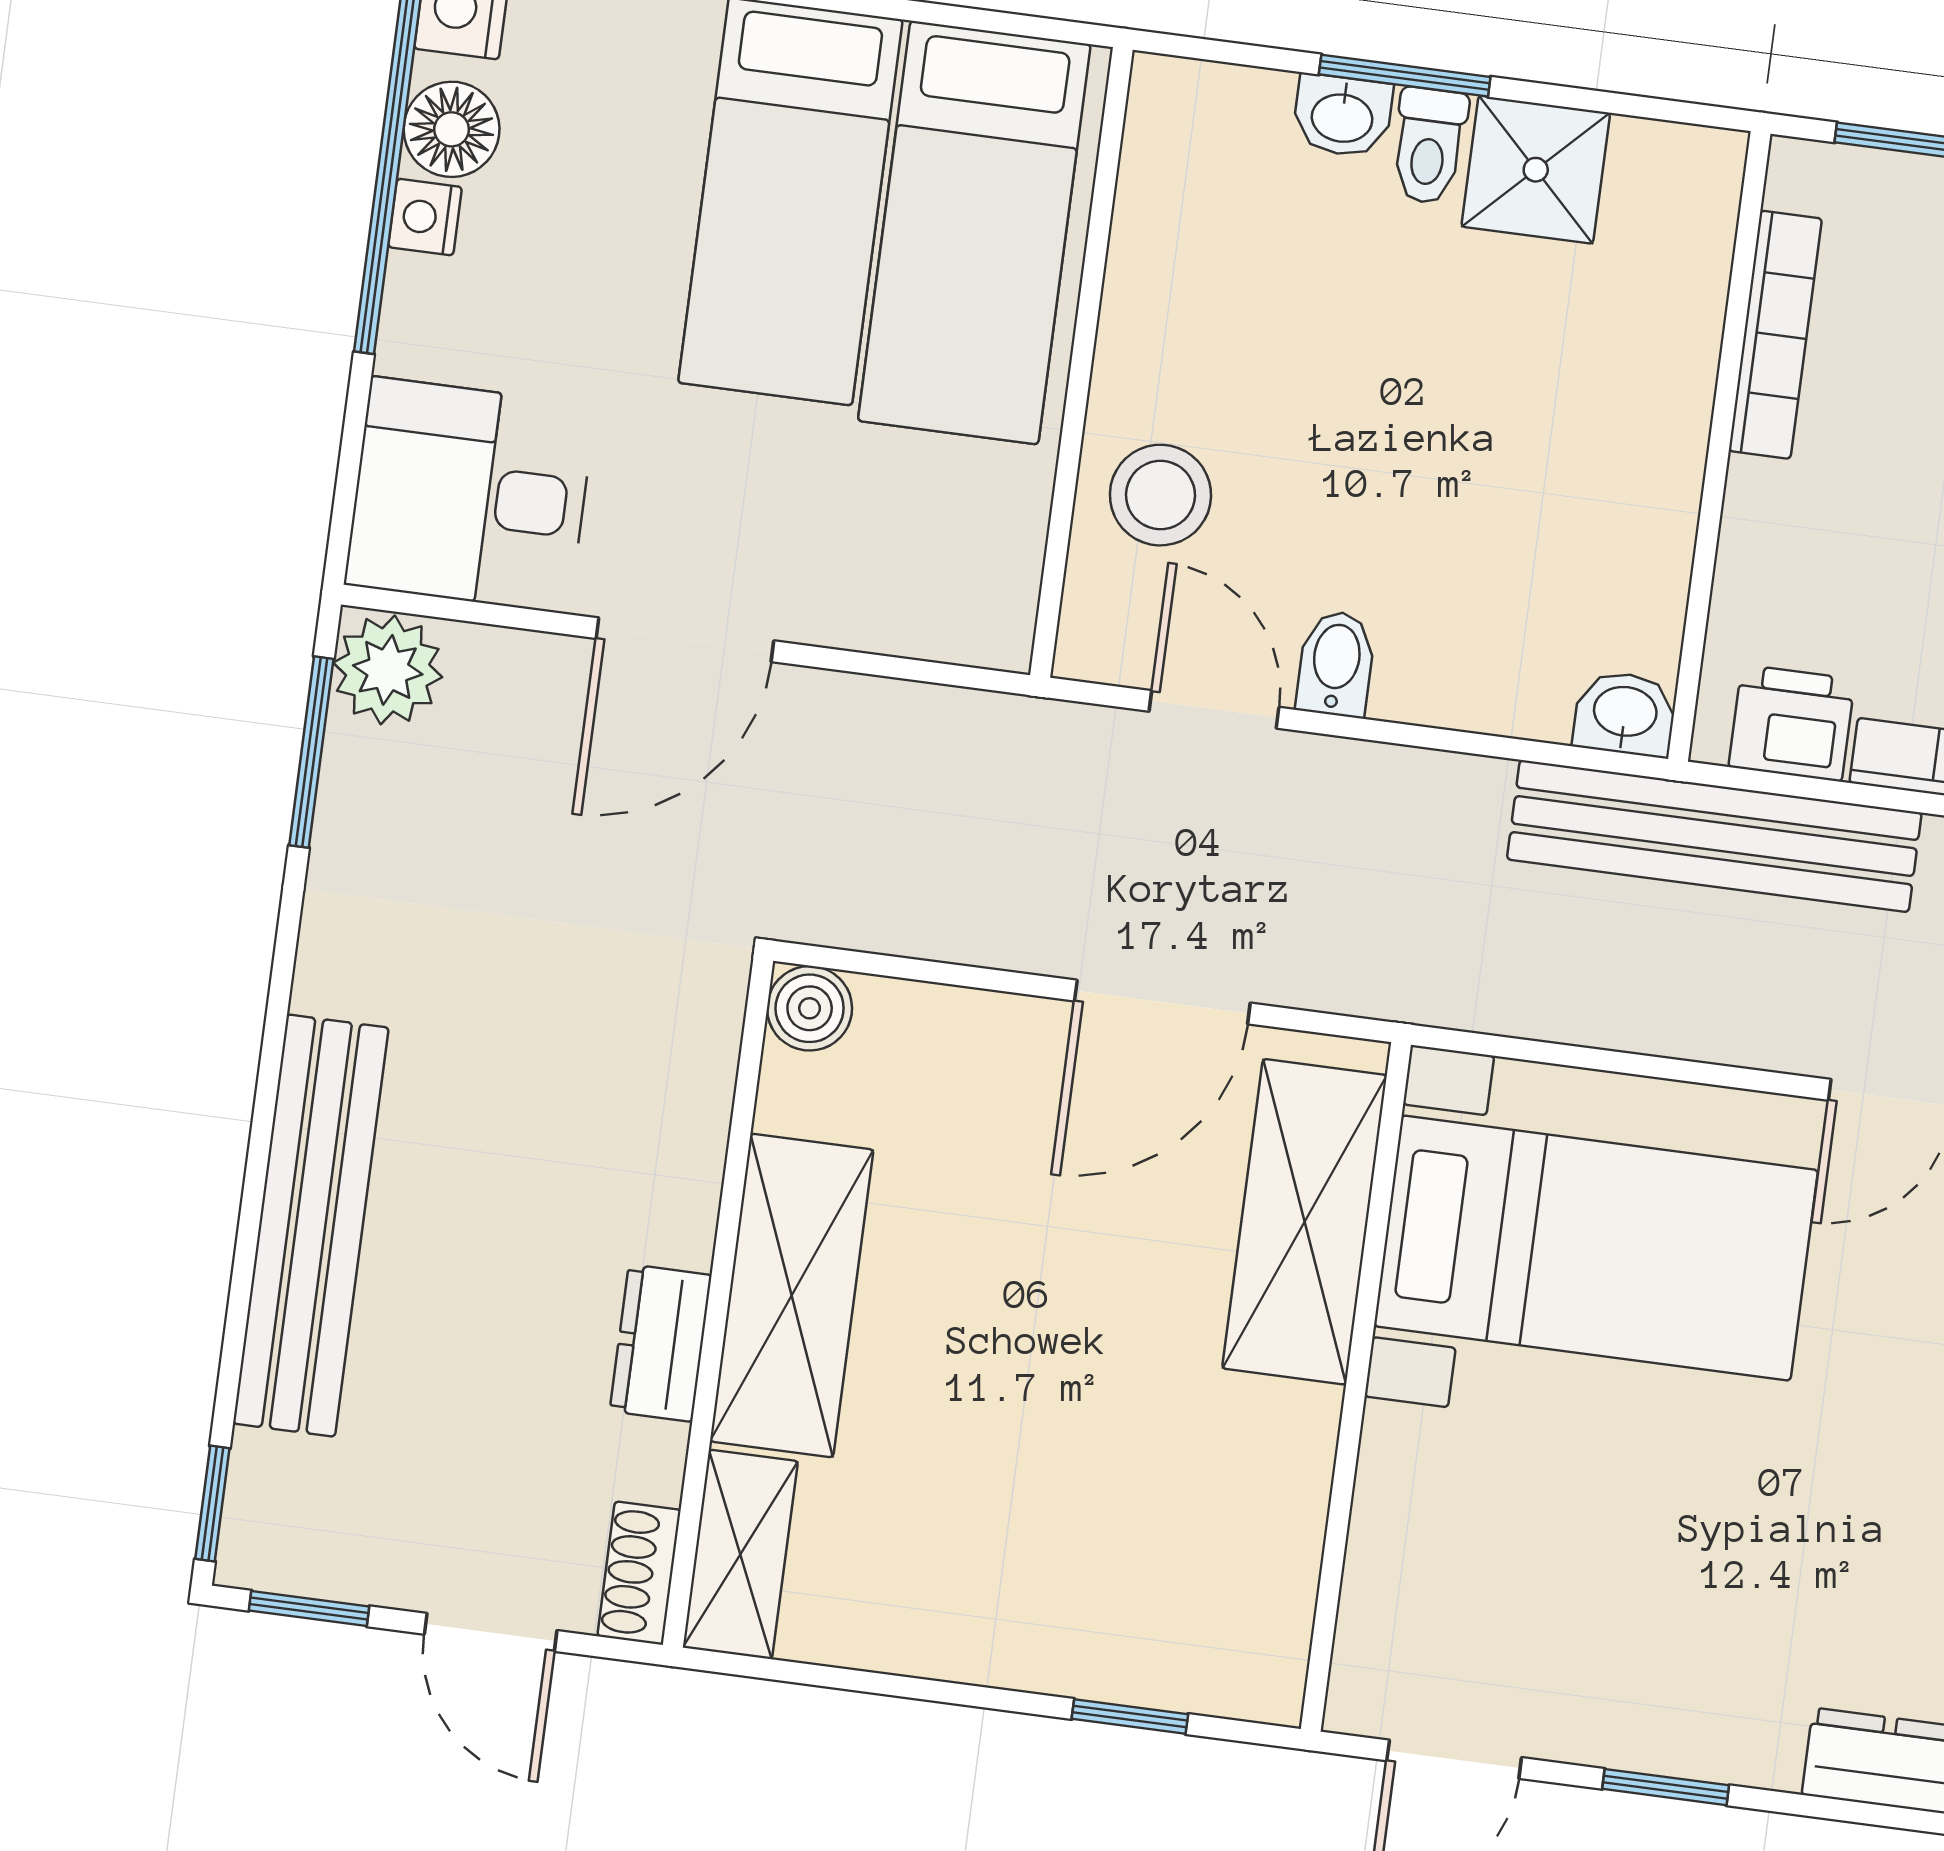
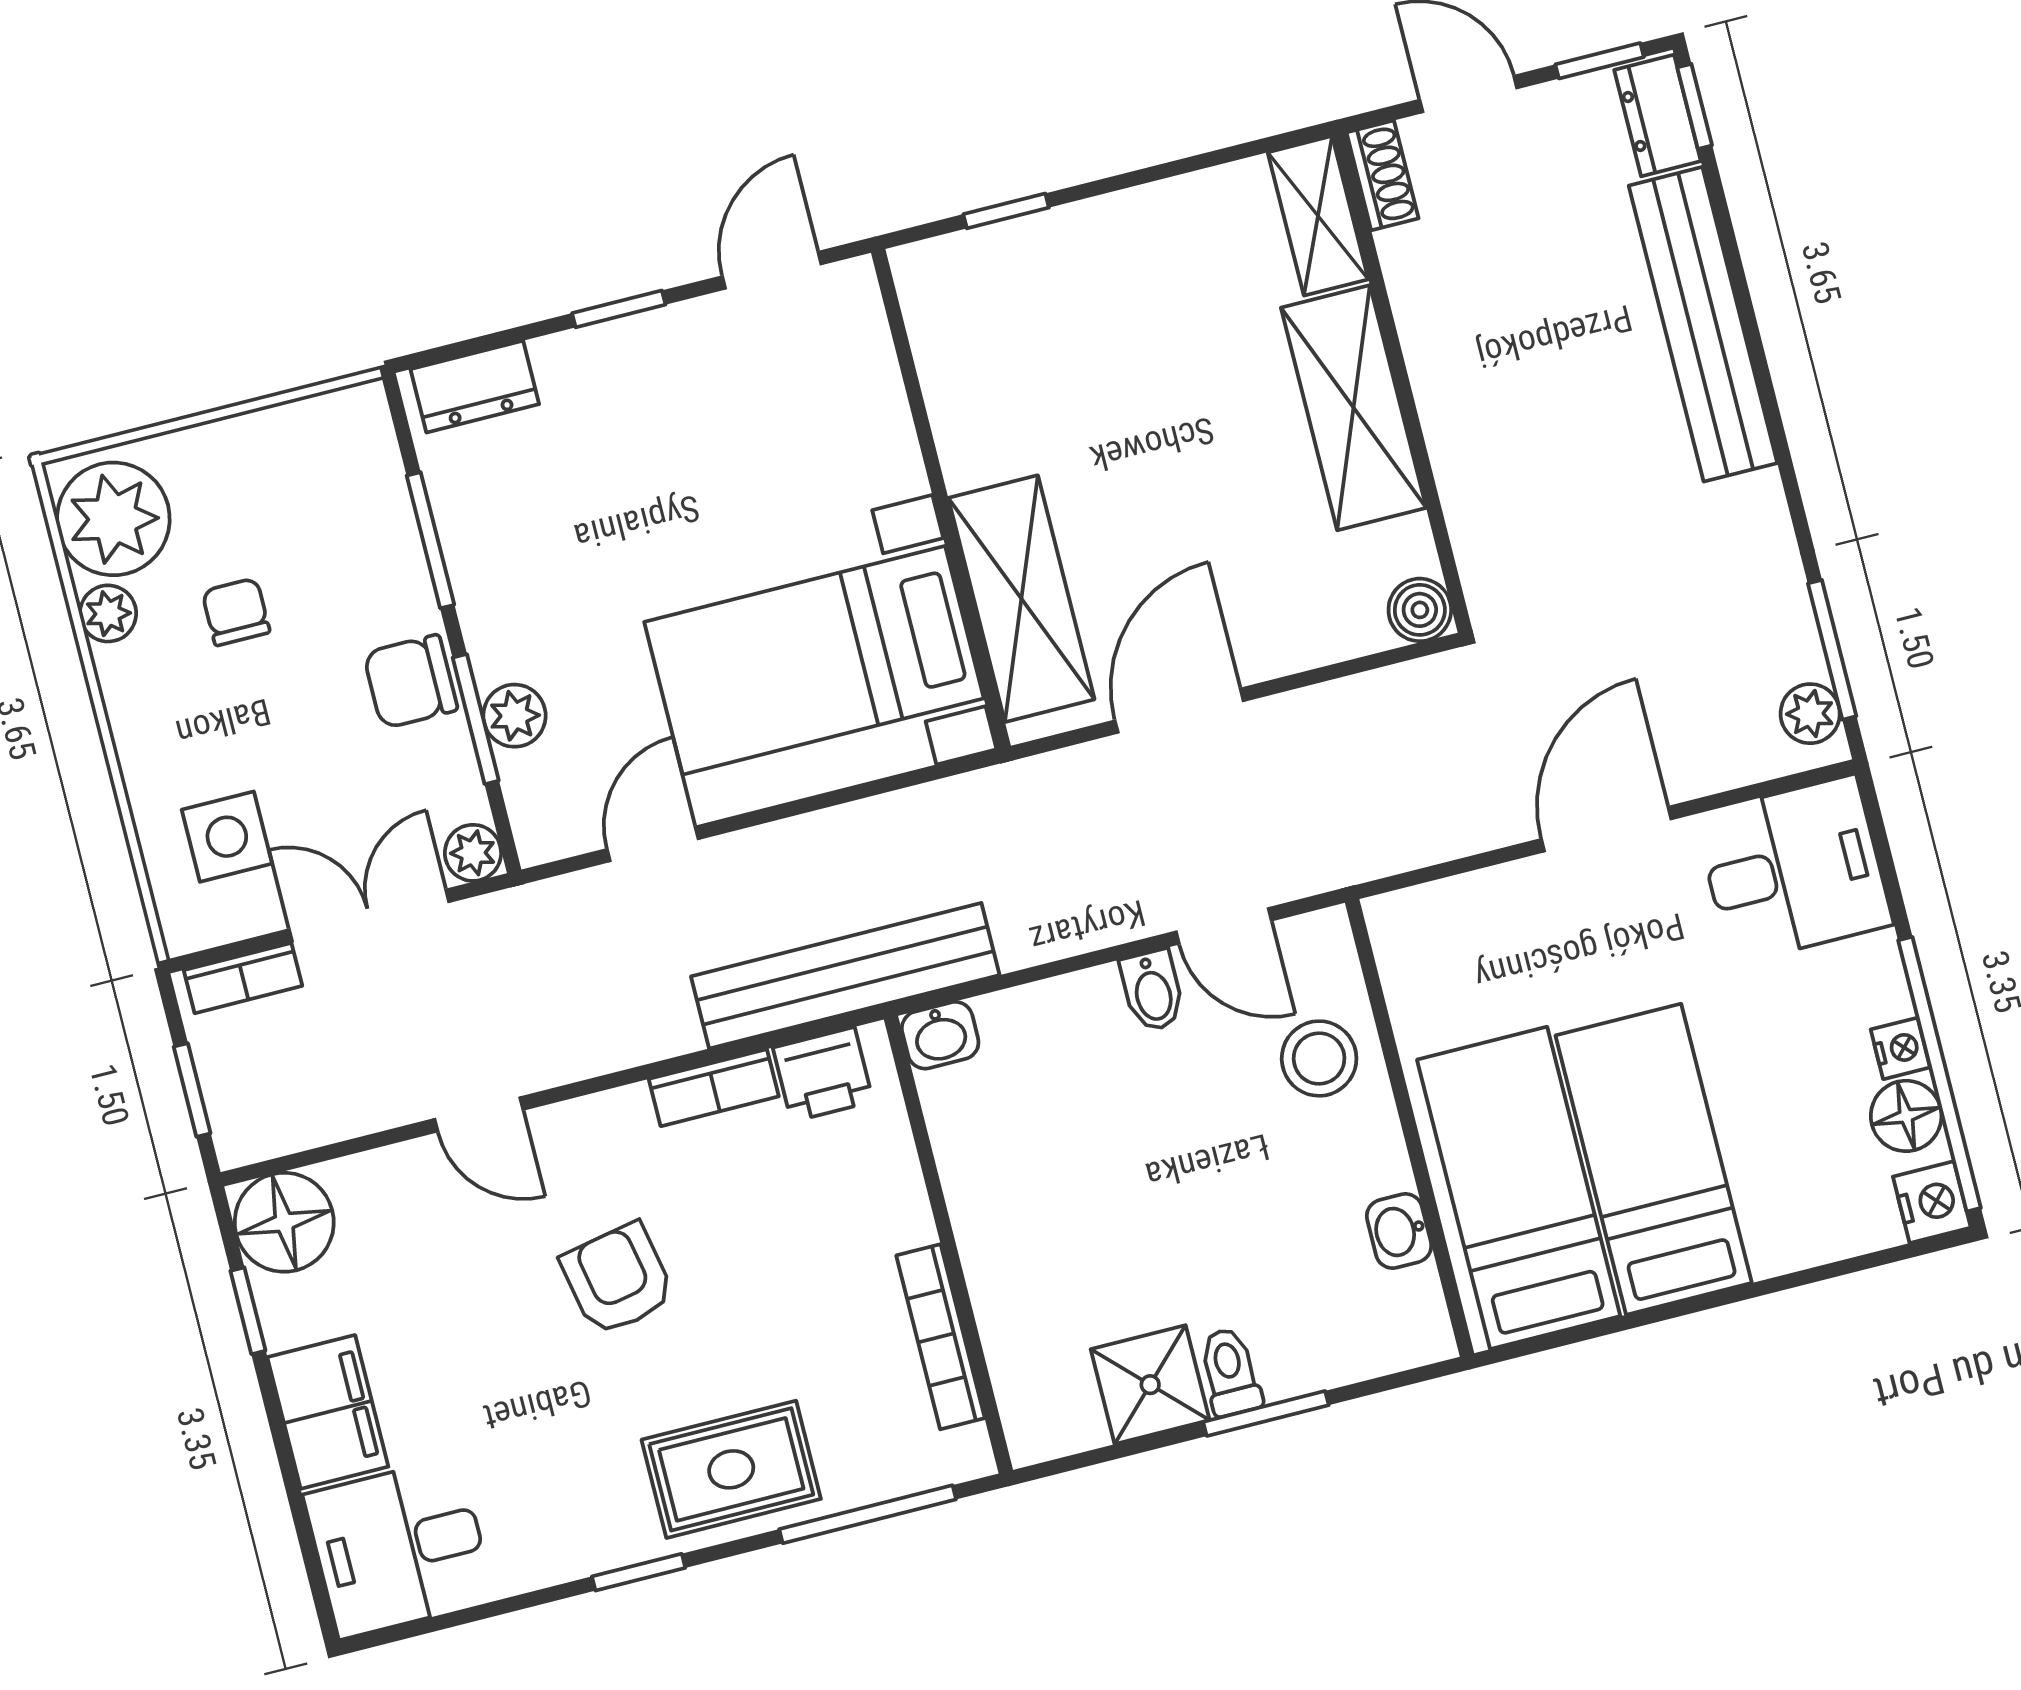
washbasin: (1342, 116) -> (1399, 1231), moved, turned -90
plant: (388, 670) -> (1810, 714), width x0.73, depth x0.73
dresser: (661, 1343) -> (1658, 116), moved, turned 180

